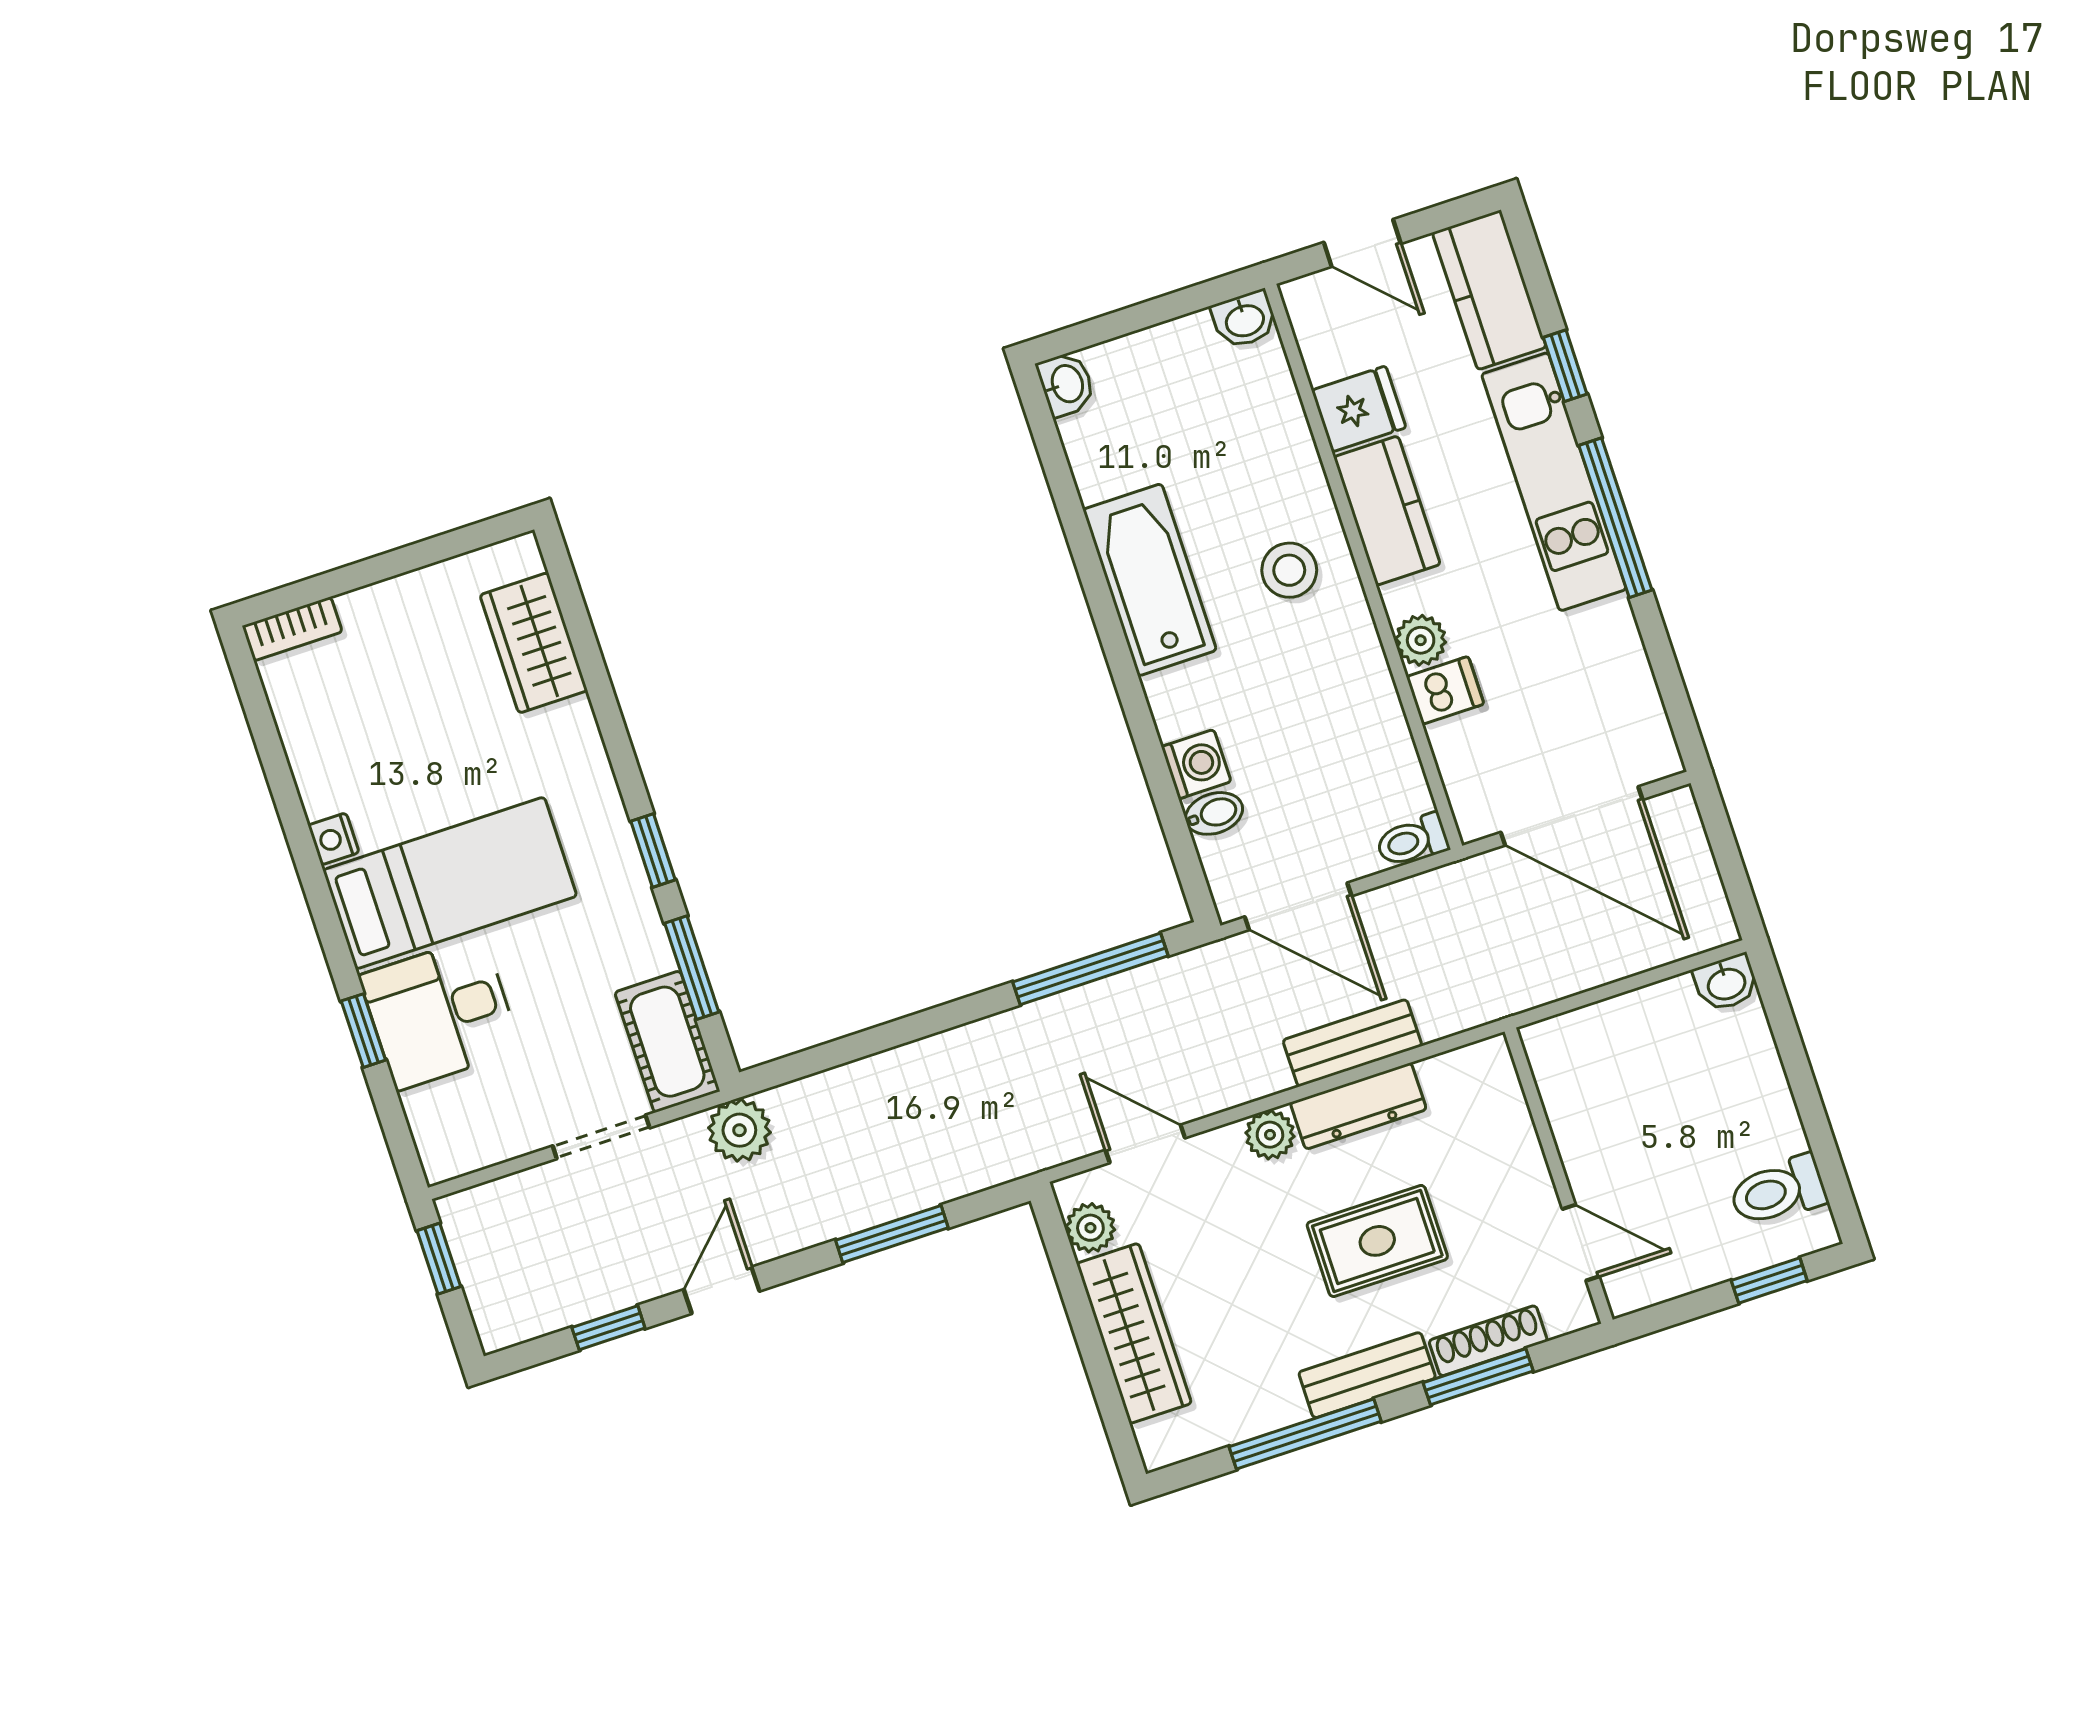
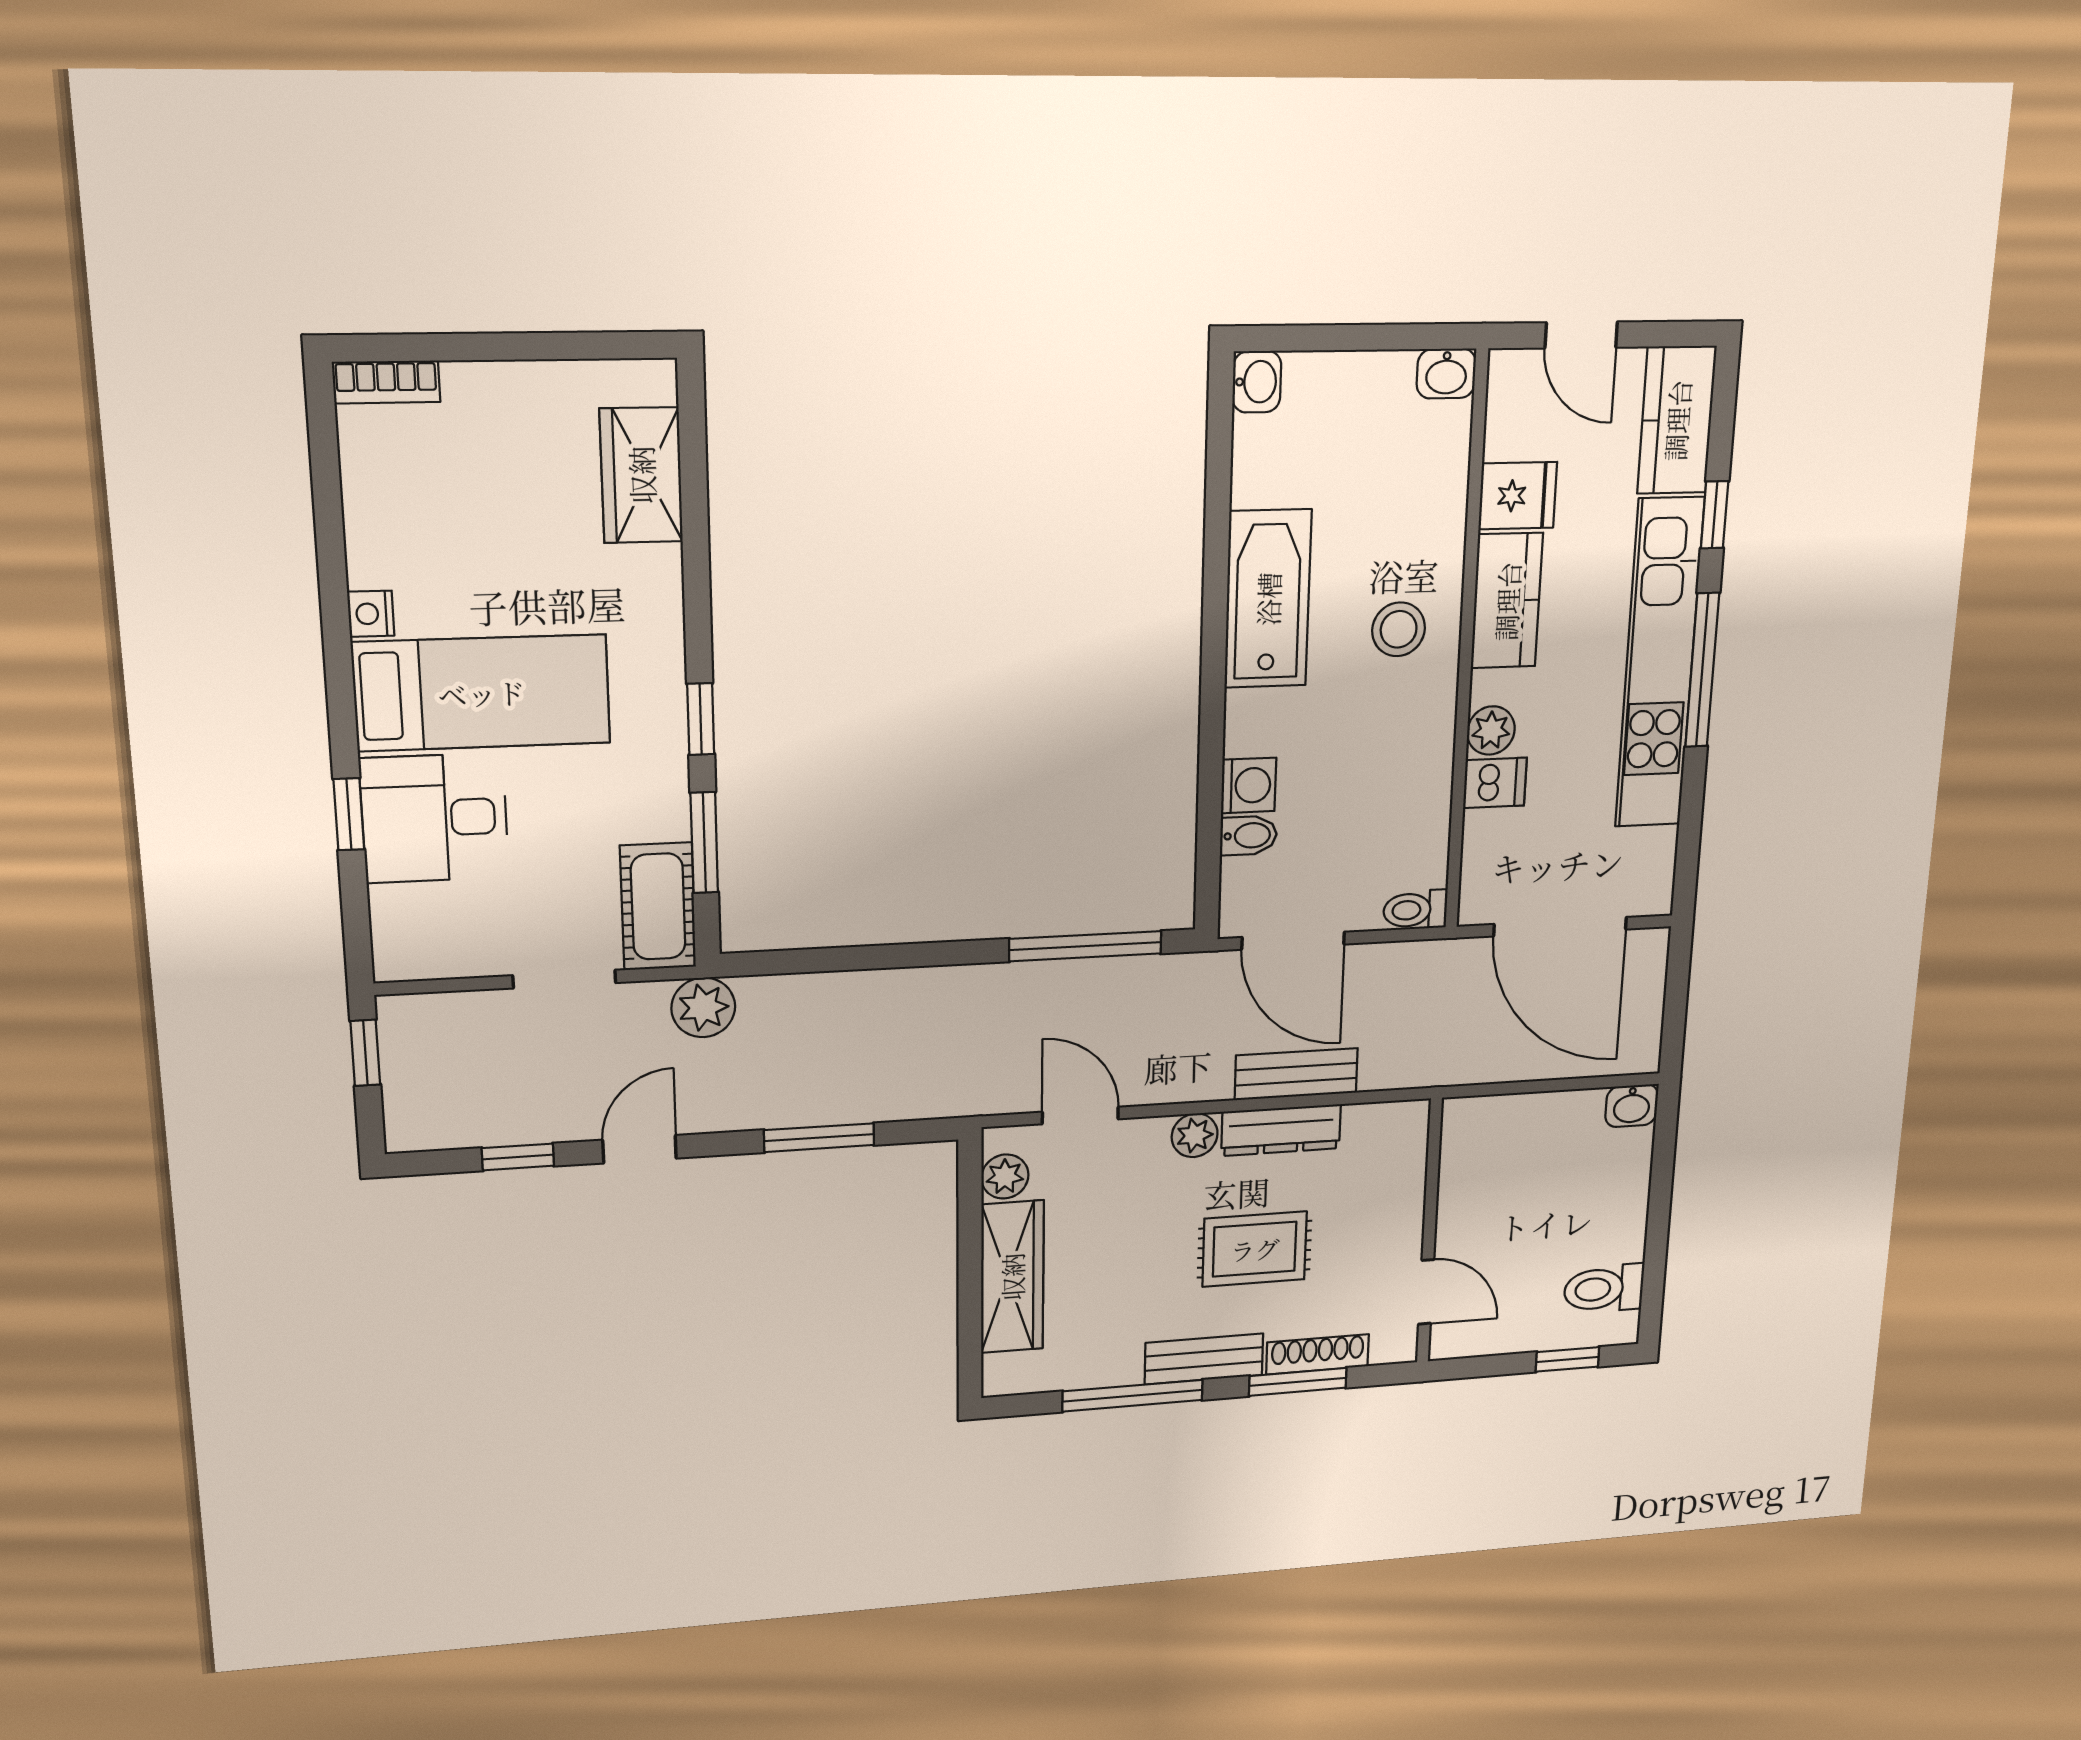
kitchen unit: (1554, 482) -> (1659, 664), width x1.36

